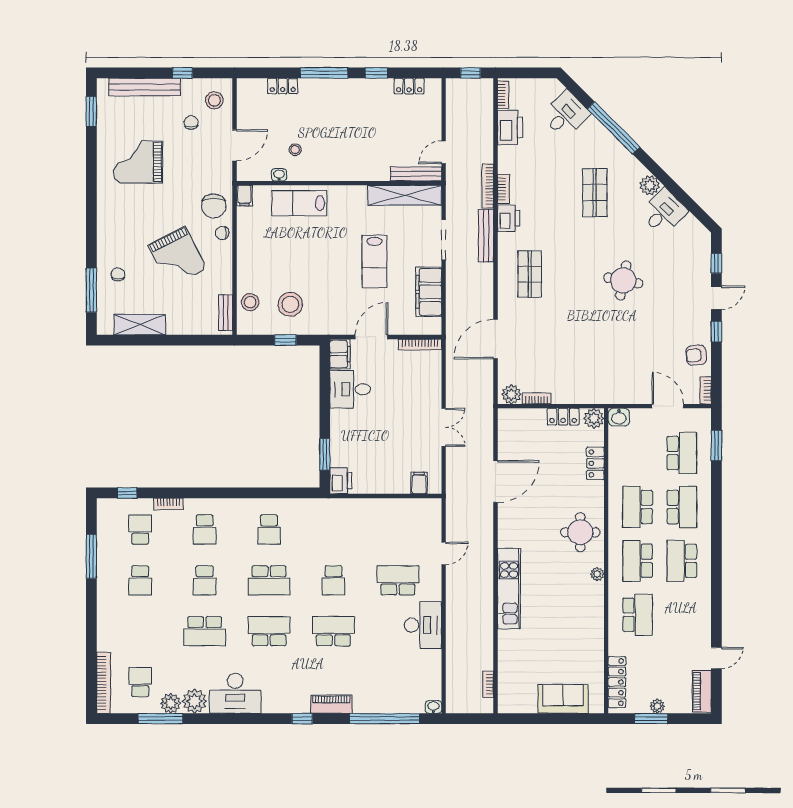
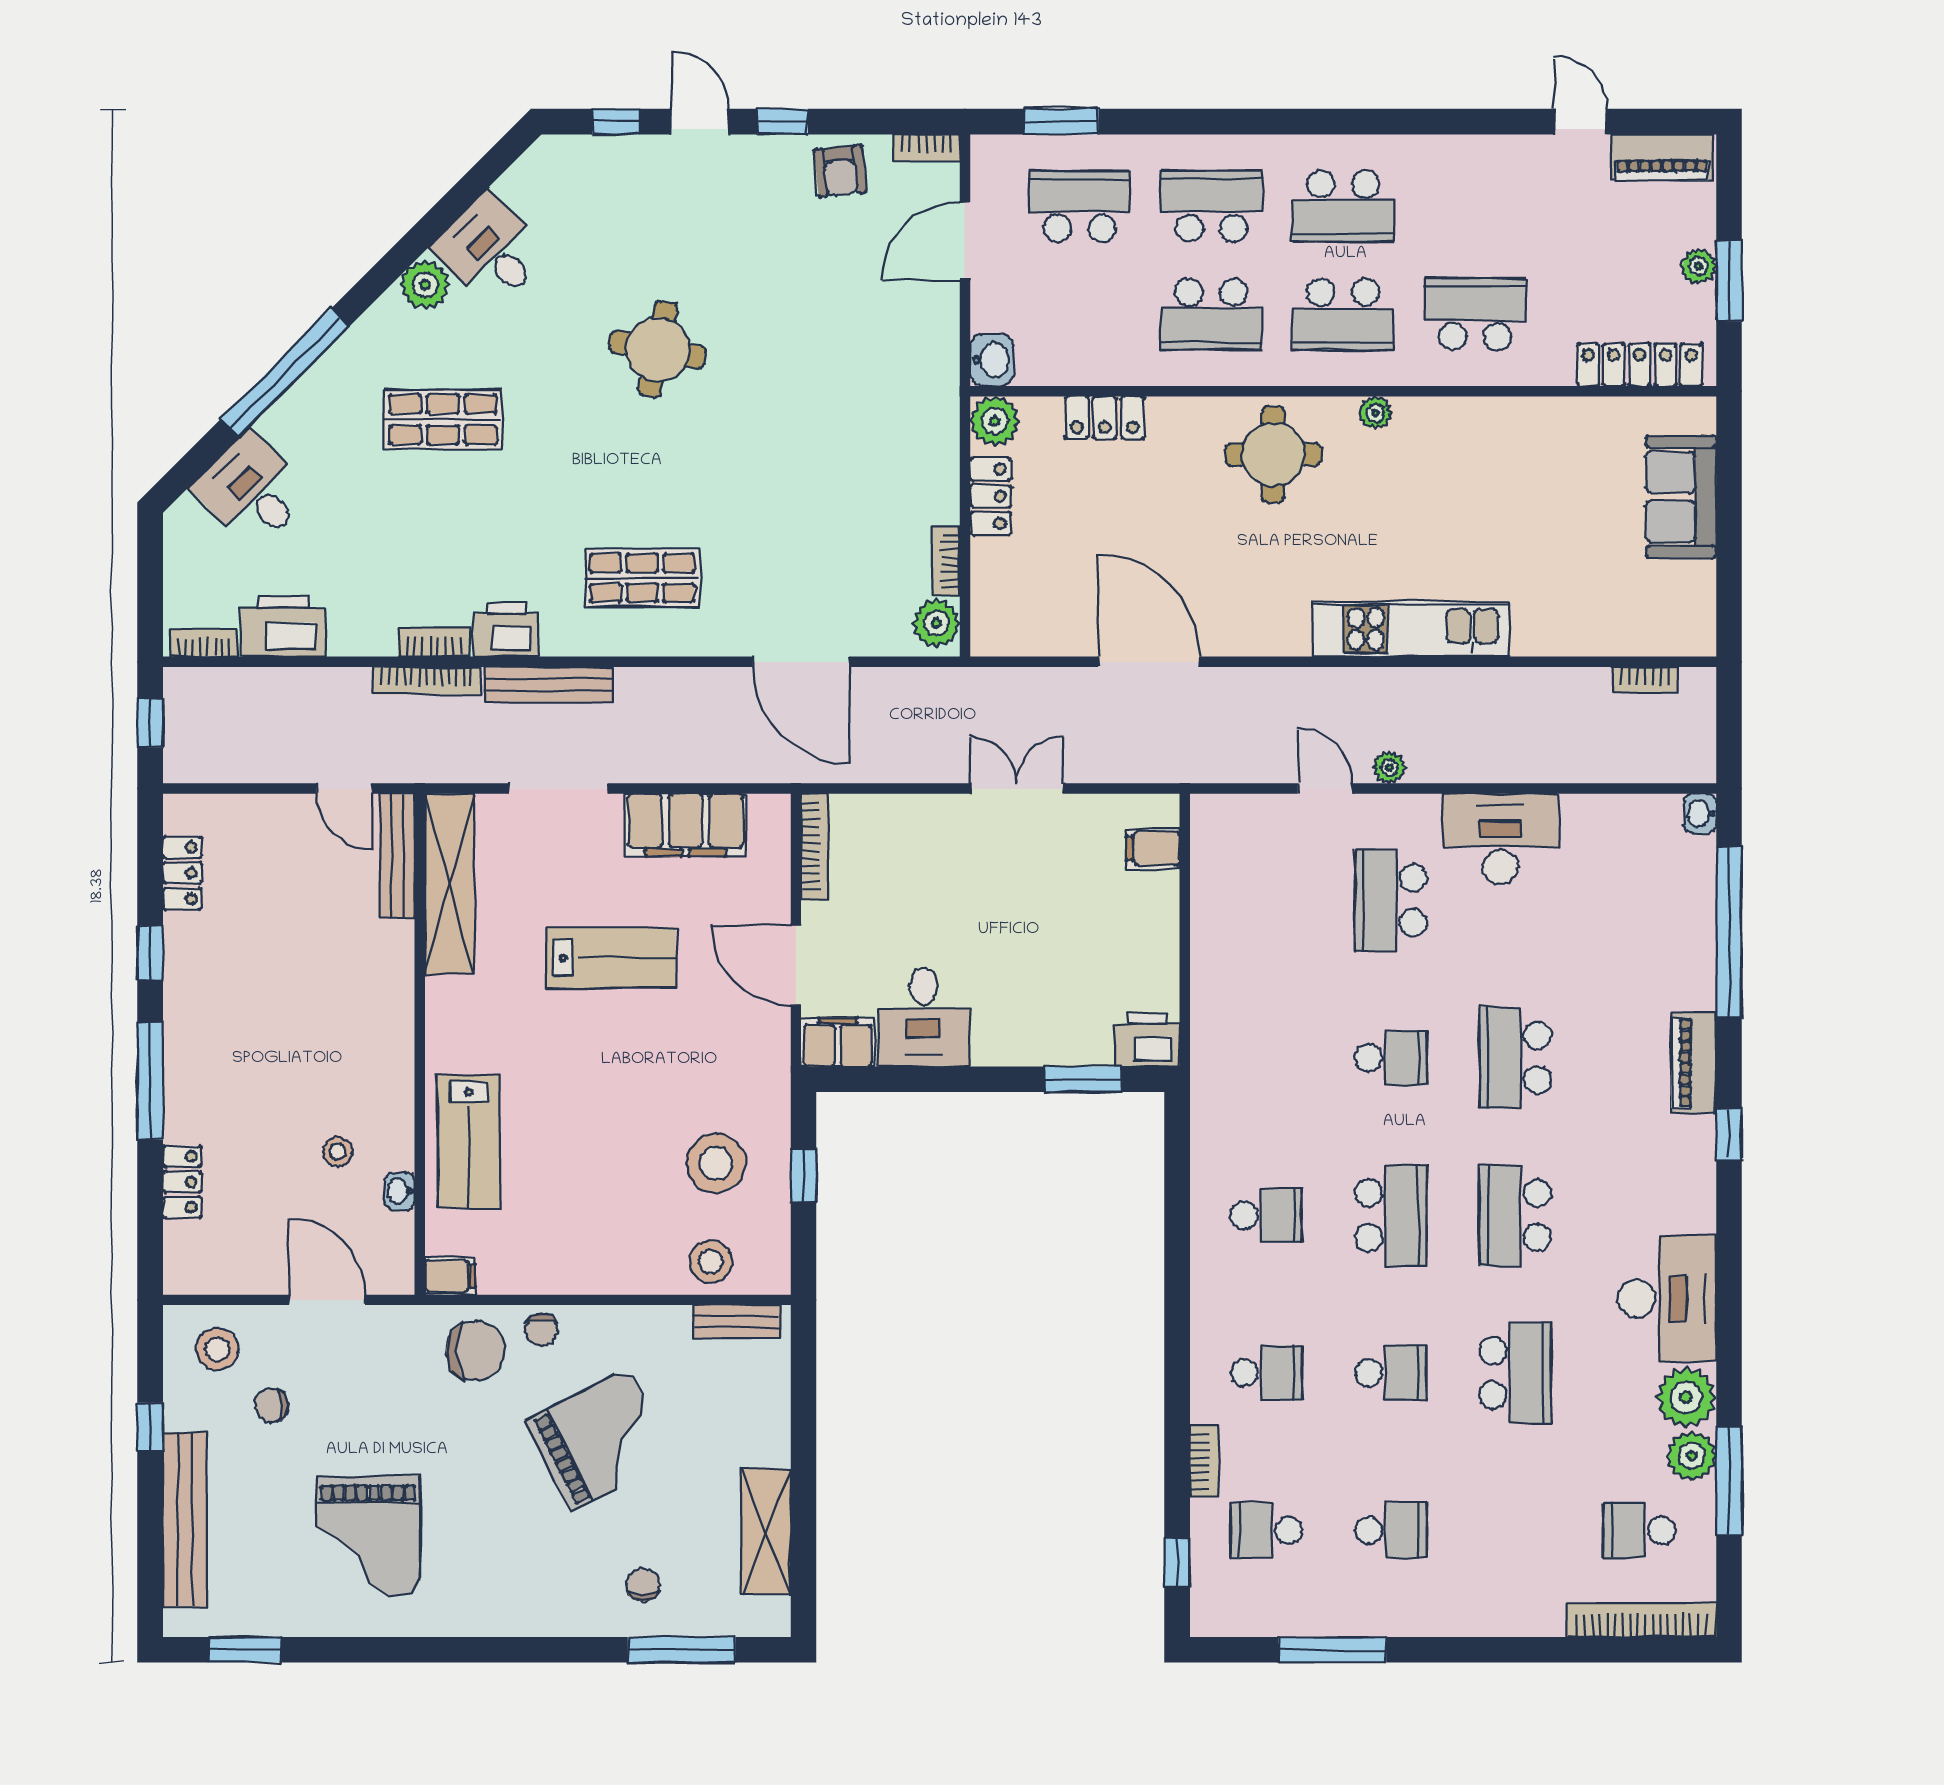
chair: (118, 274) -> (643, 1585), turned 90
plant: (452, 580) -> (1389, 768), added

